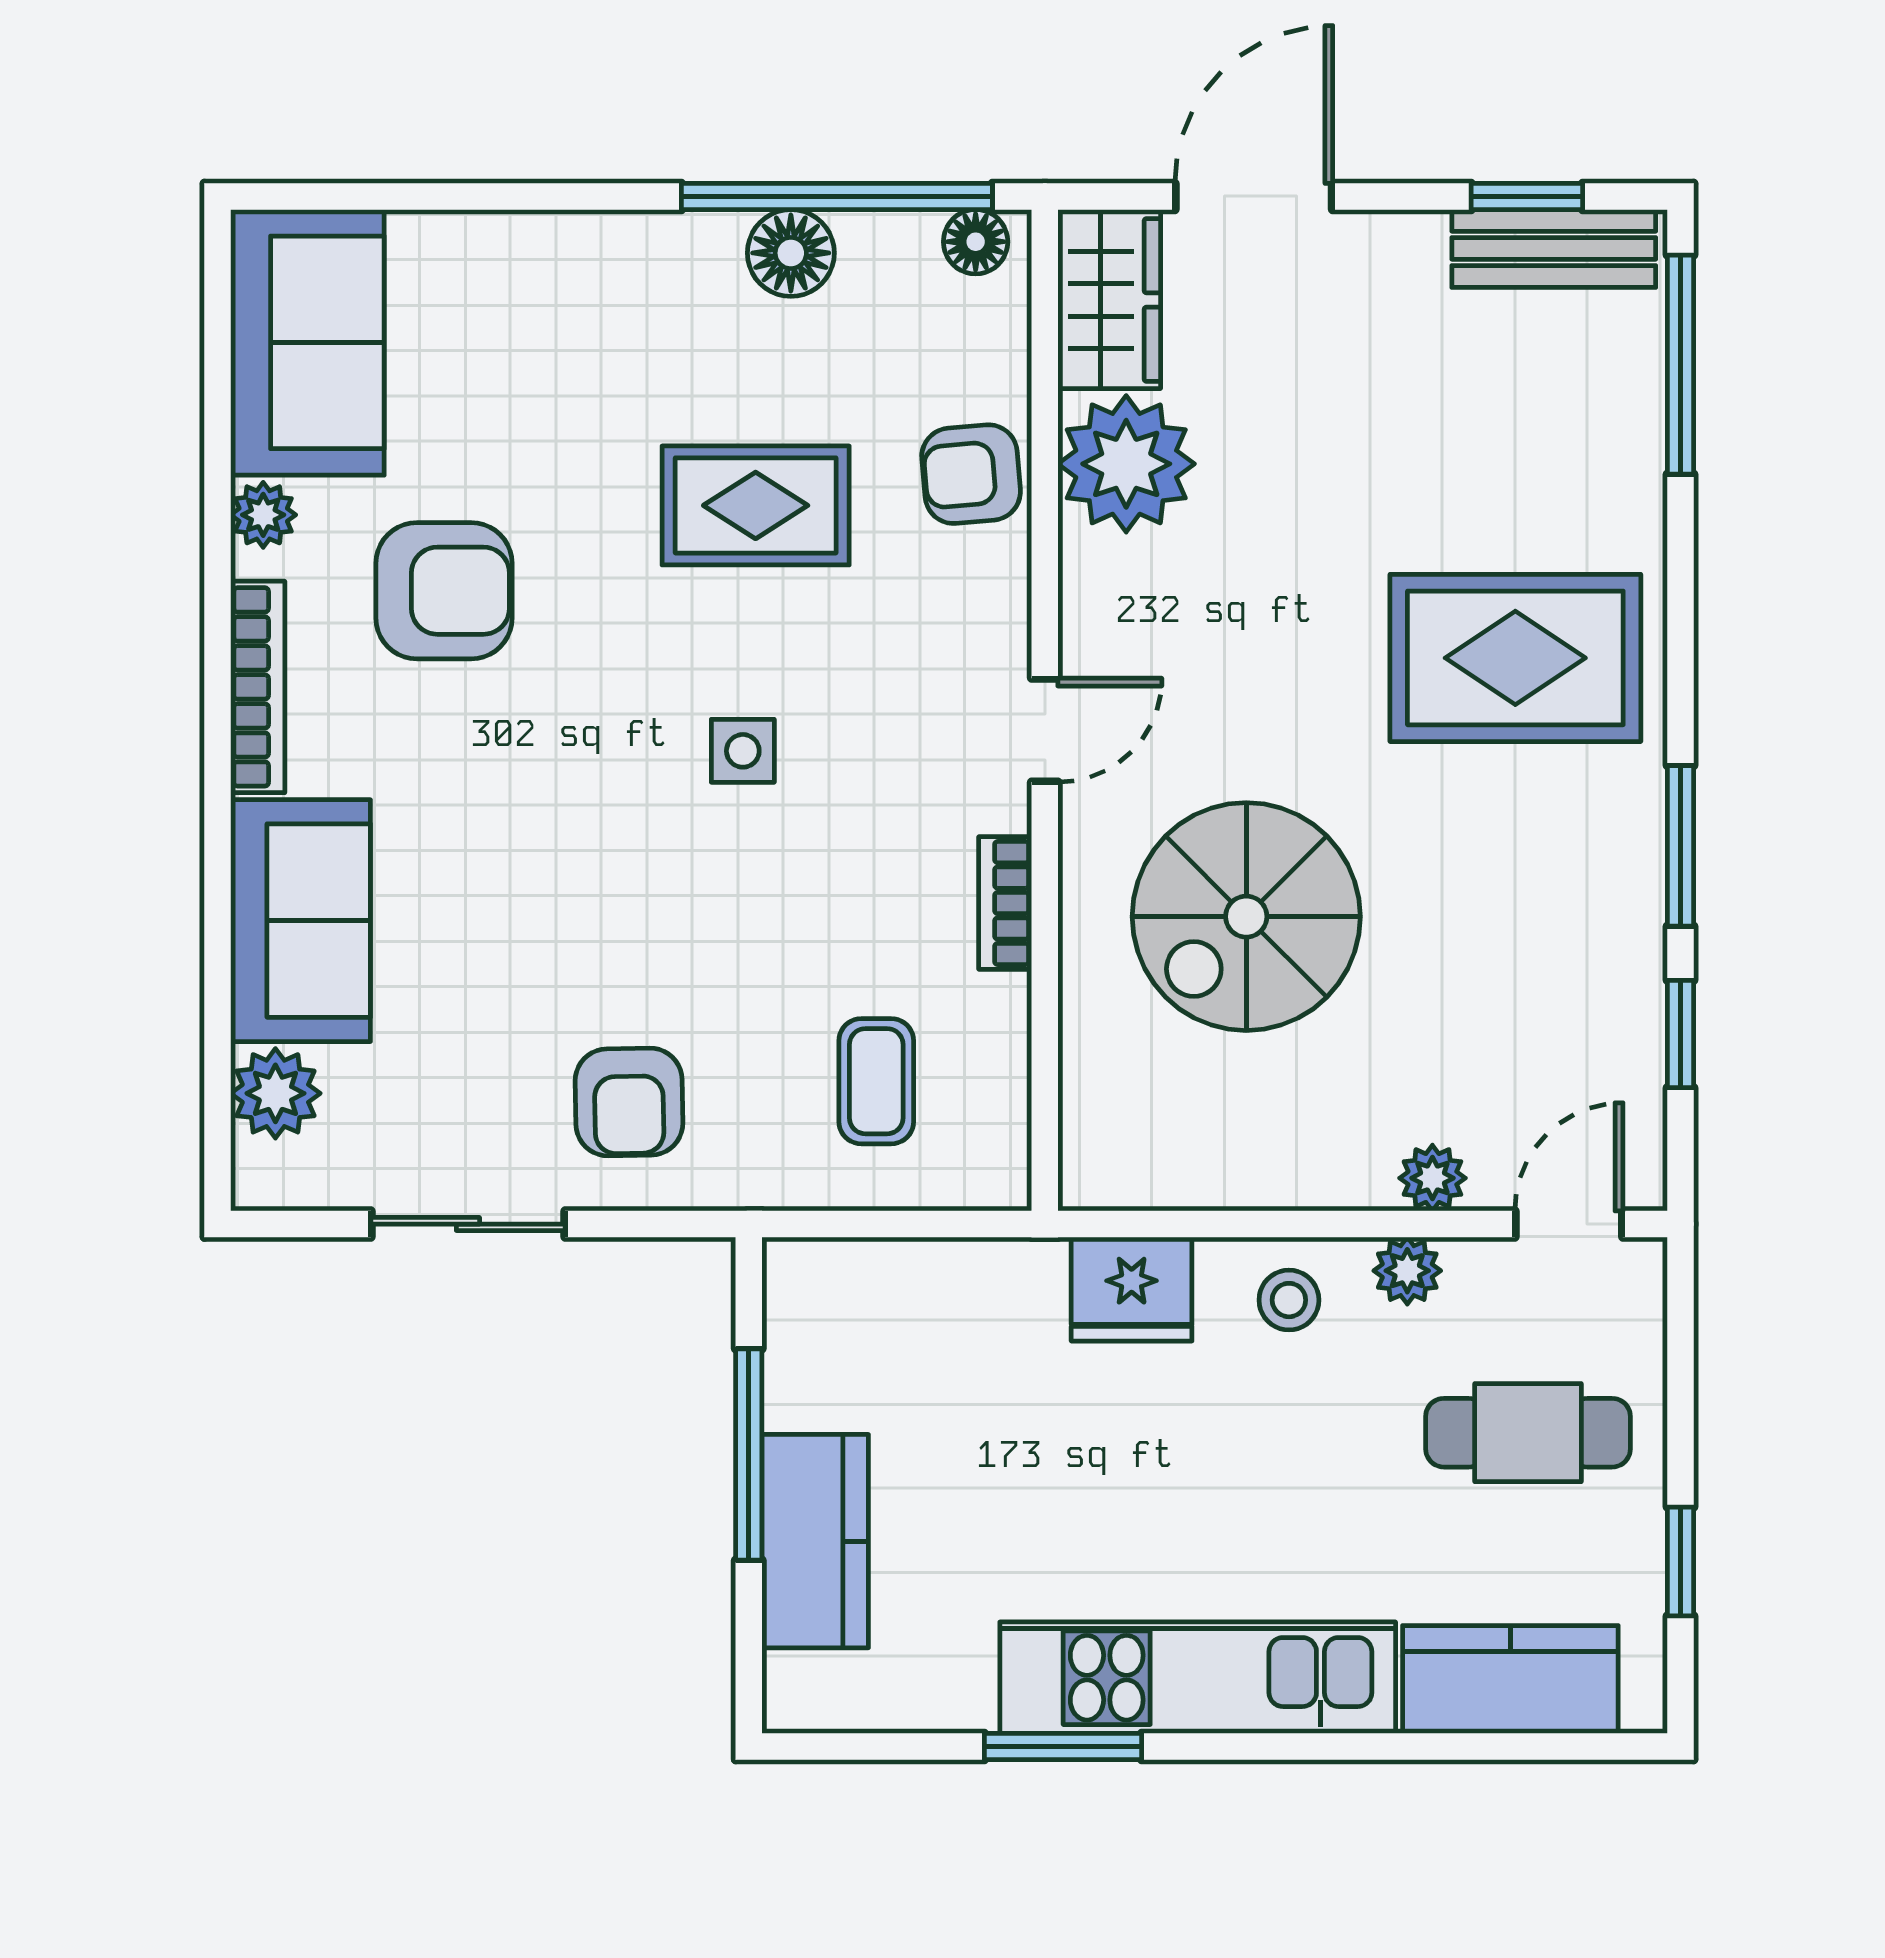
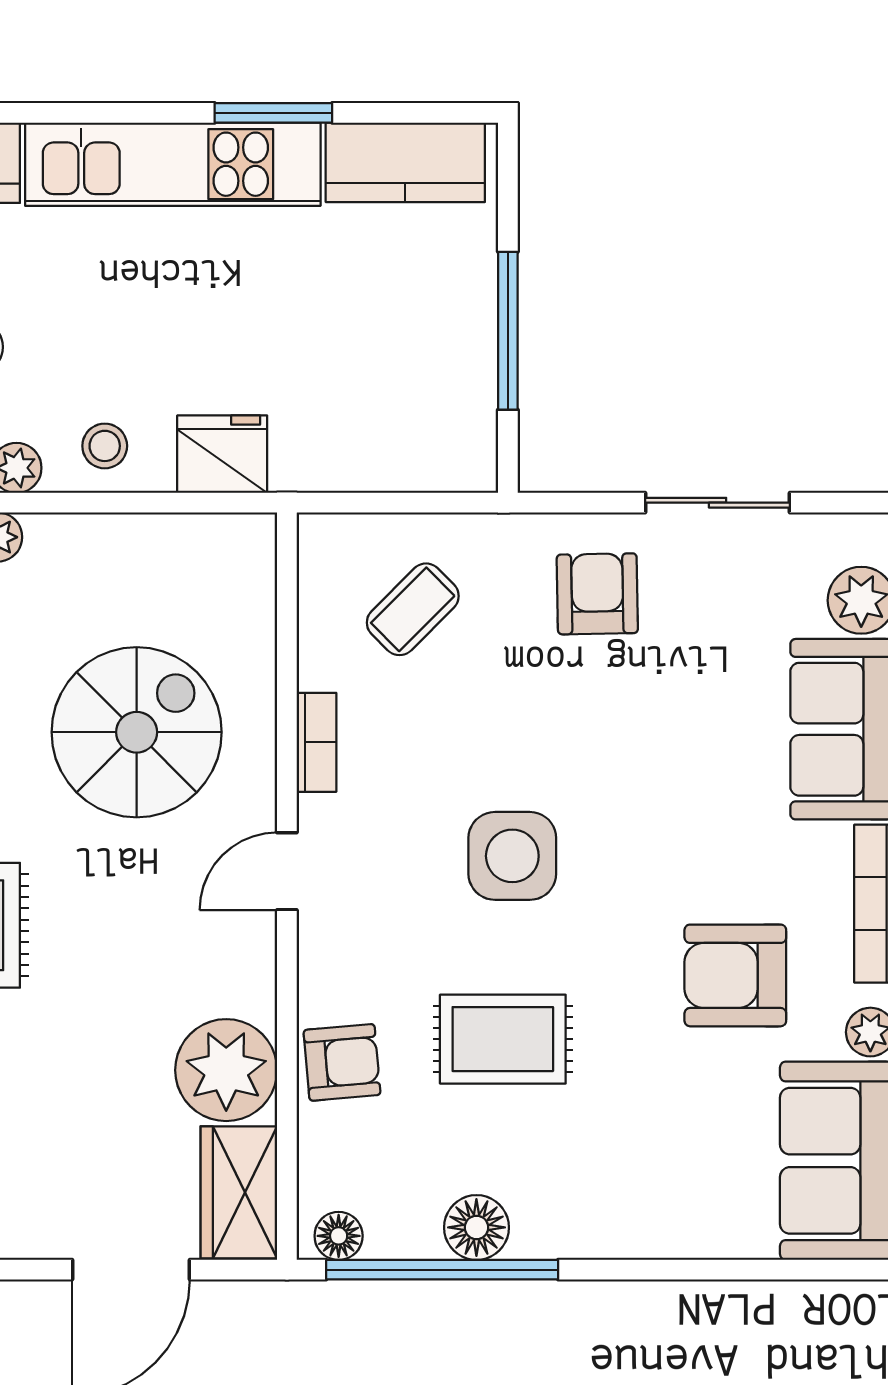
side table: (743, 751) -> (512, 856), width x1.87, depth x1.87
coffee table: (876, 1081) -> (413, 609), turned 45
kitchen counter: (815, 1541) -> (405, 162), moved, turned -90

